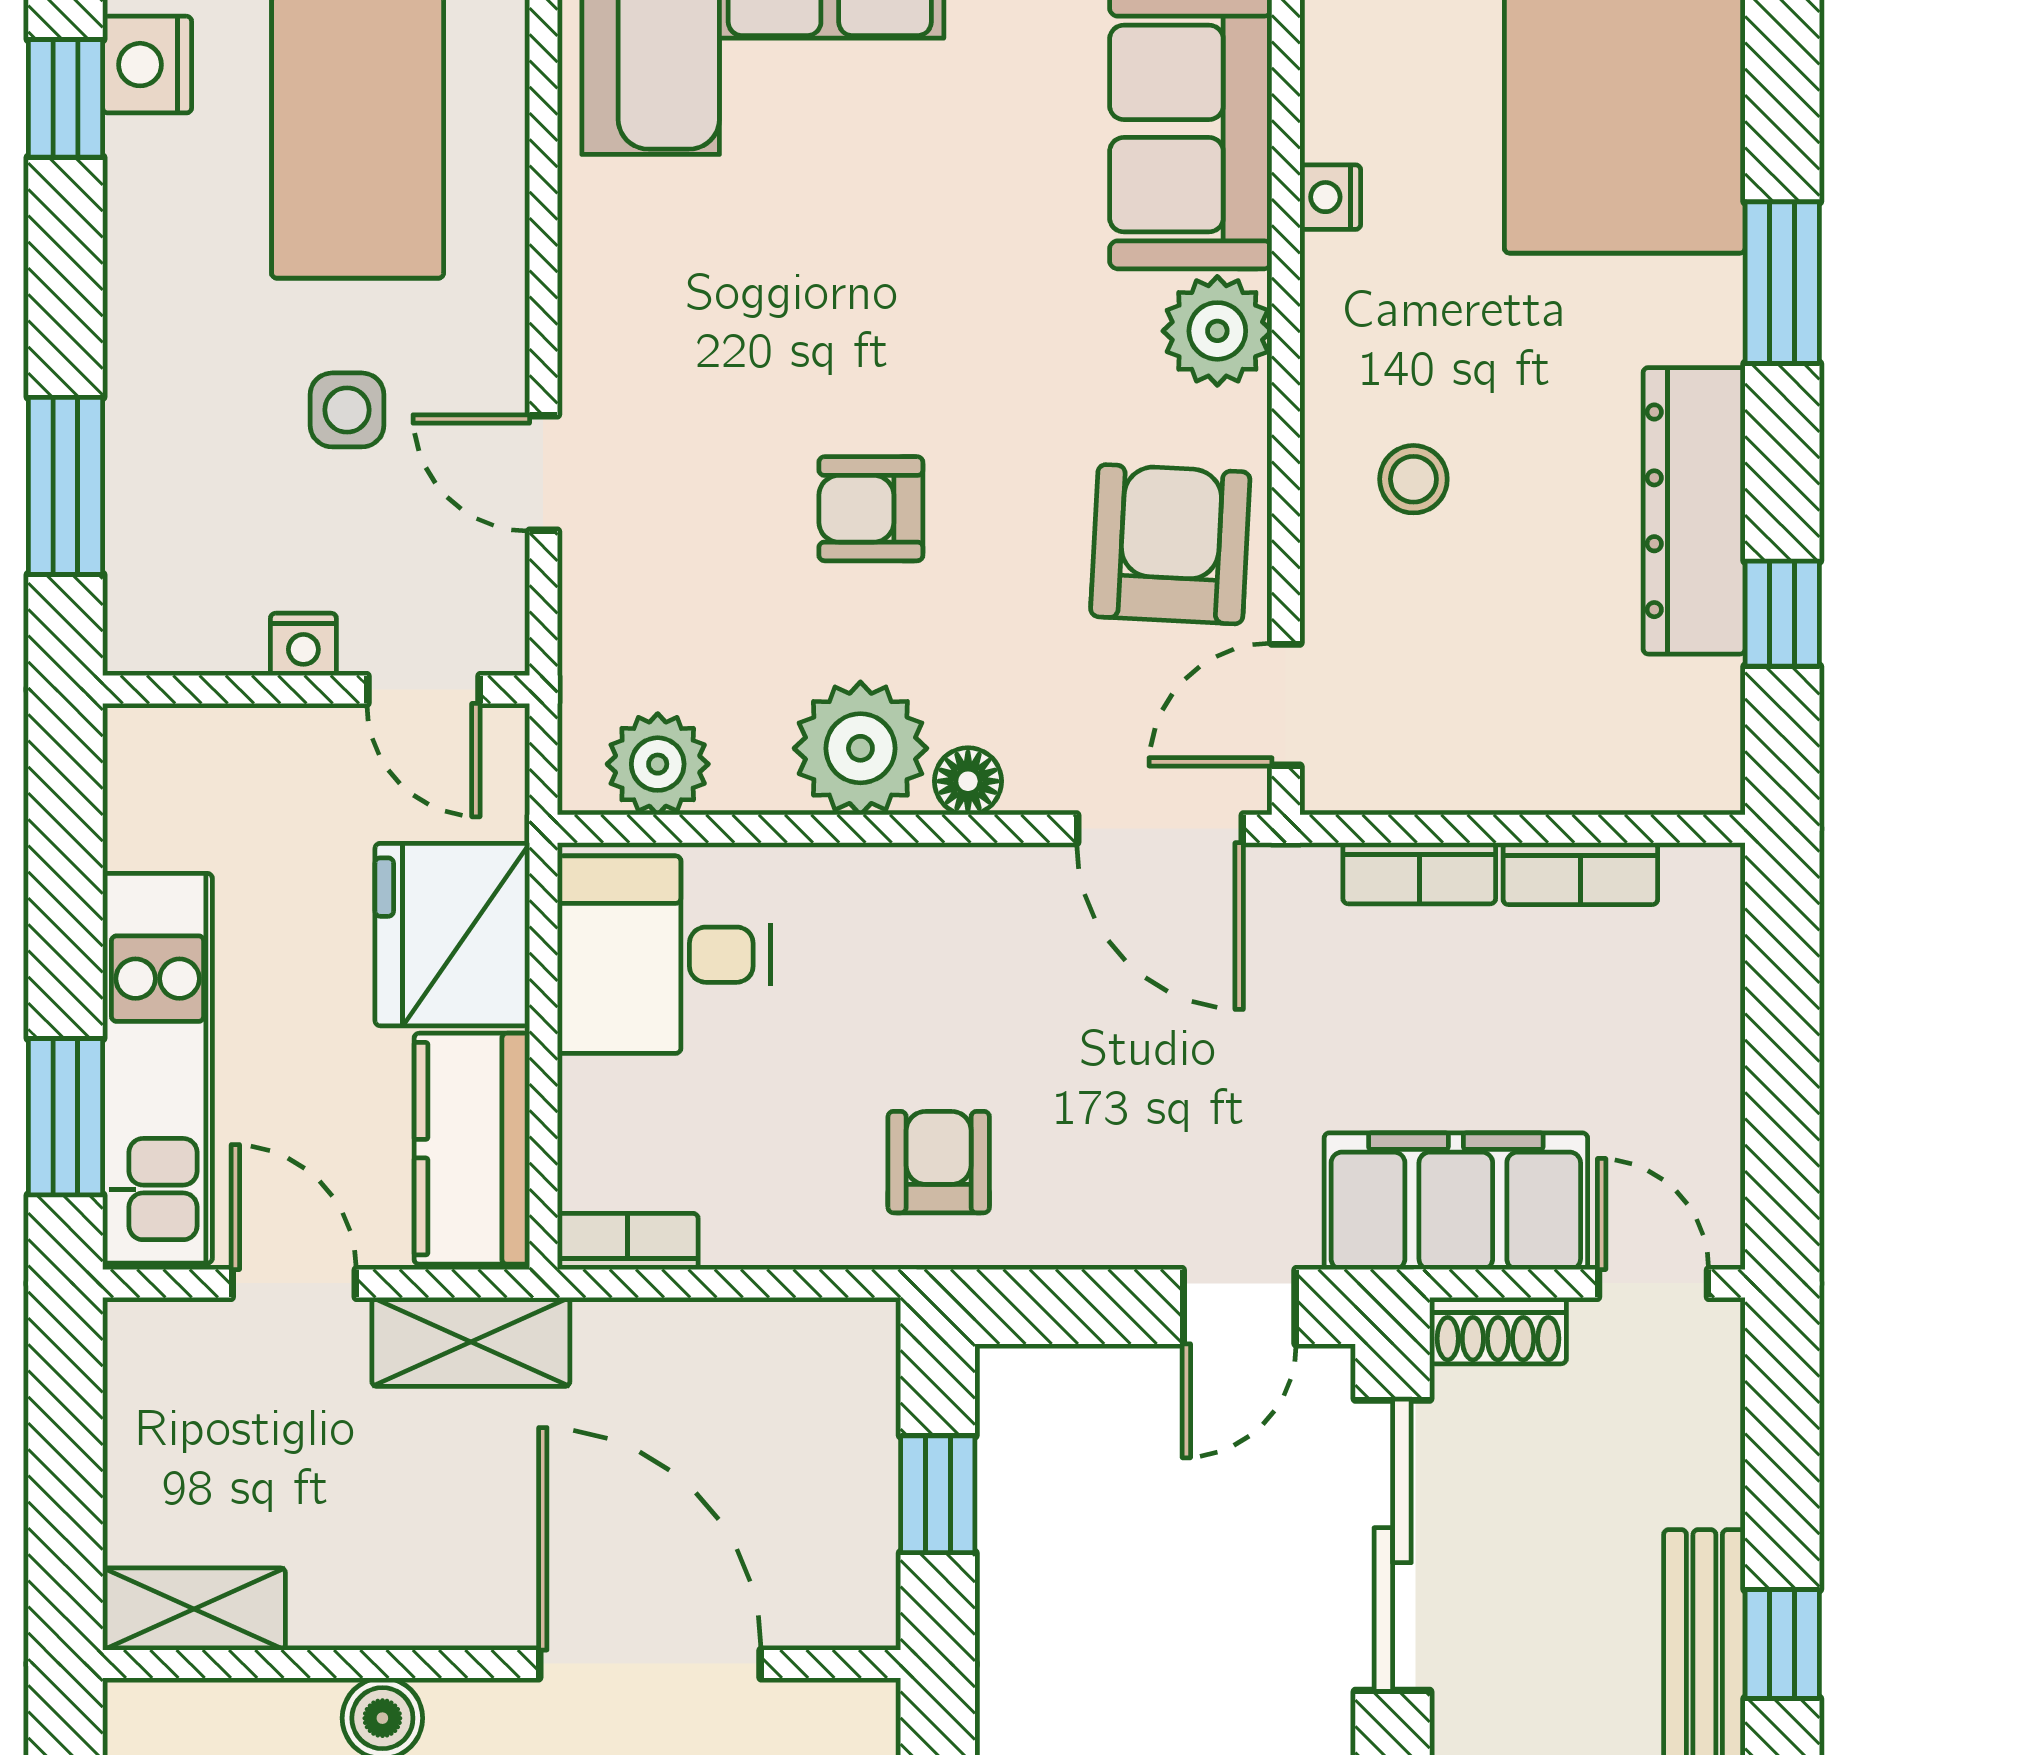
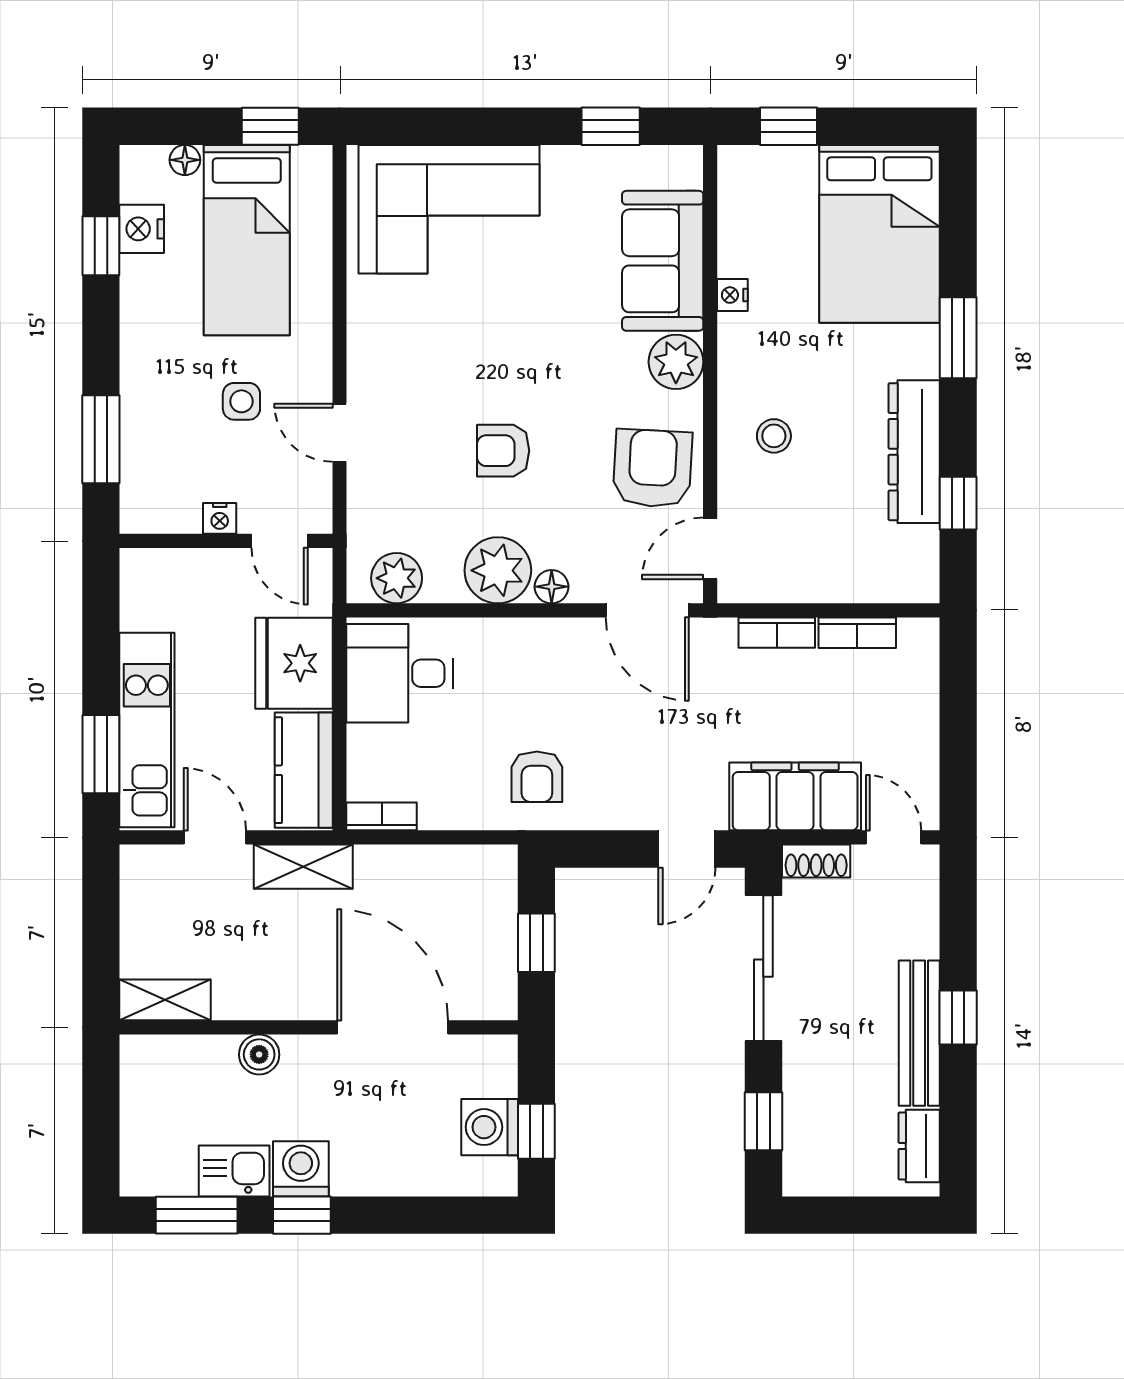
armchair: (939, 1162) -> (537, 777), turned 180

